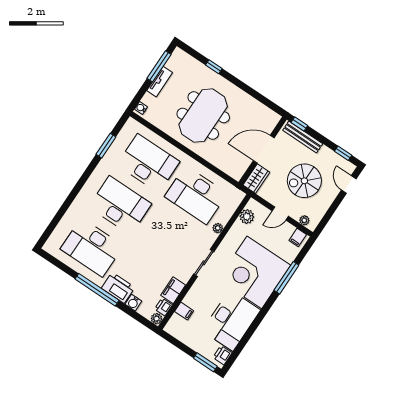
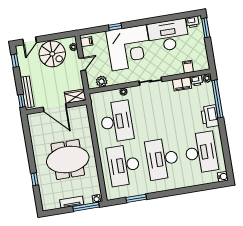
window: (159, 66) -> (86, 207), moved
spiral stairs: (304, 181) -> (52, 54), moved
door: (280, 213) -> (82, 64), hinge flipped
window: (286, 278) -> (115, 27), width x0.46
window: (97, 290) -> (217, 99), moved
water cooler: (133, 303) -> (223, 177), moved

